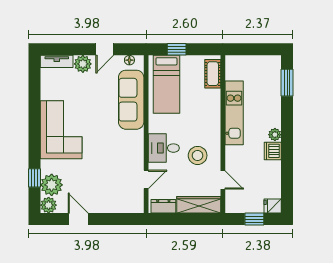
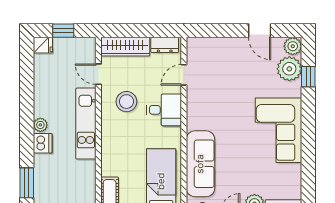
kitchen unit: (234, 113) -> (86, 124), moved
dishwasher: (273, 151) -> (43, 143), moved

